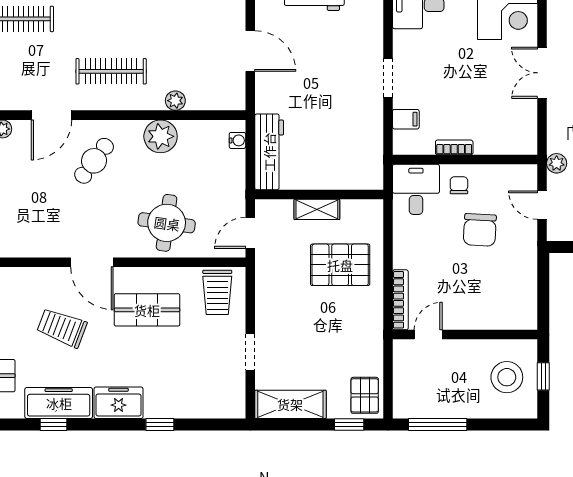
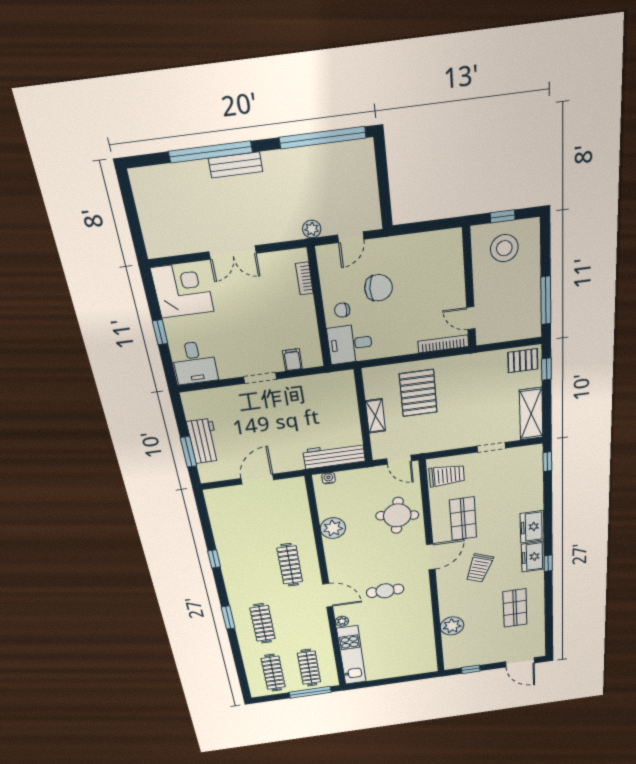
plant: (175, 101) -> (305, 523), removed
bookcase: (454, 147) -> (304, 278), moved
cafe table: (94, 161) -> (385, 591), moved, turned -37
freezer: (59, 403) -> (533, 557), width x0.71
window: (160, 424) -> (547, 462), moved

